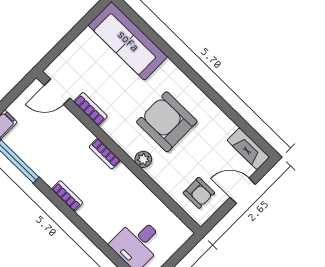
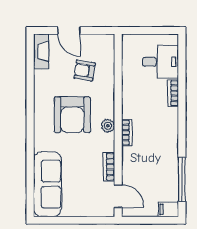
plant: (143, 159) -> (108, 126), moved
armchair: (199, 193) -> (85, 71), moved, turned -81
bookcase: (67, 196) -> (173, 93), moved

